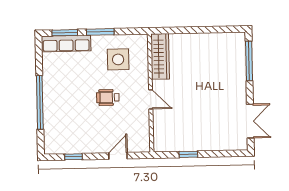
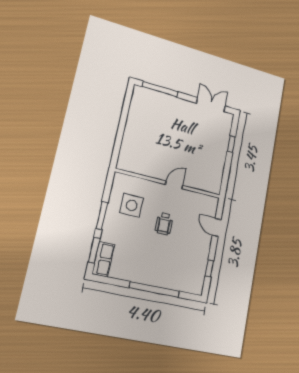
row of seats: (66, 44) -> (103, 259), width x0.68
wardrobe: (160, 56) -> (138, 166), removed
window: (188, 154) -> (231, 144), moved

